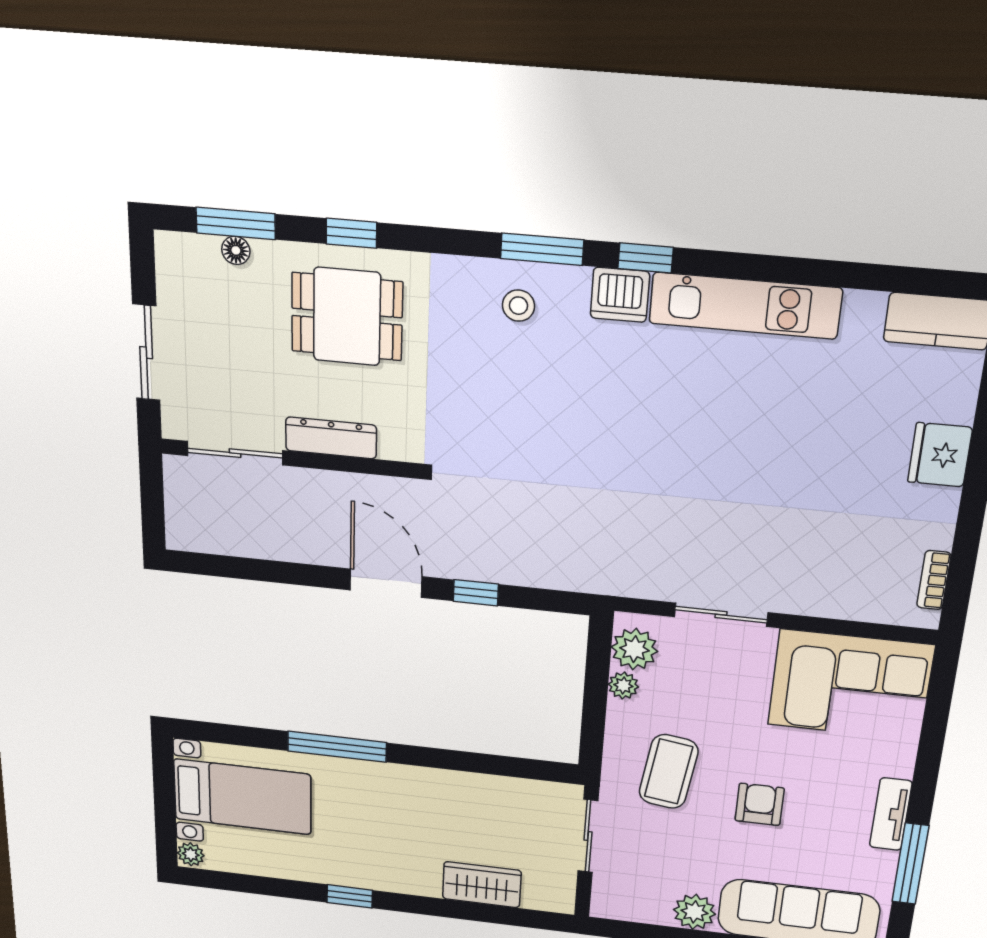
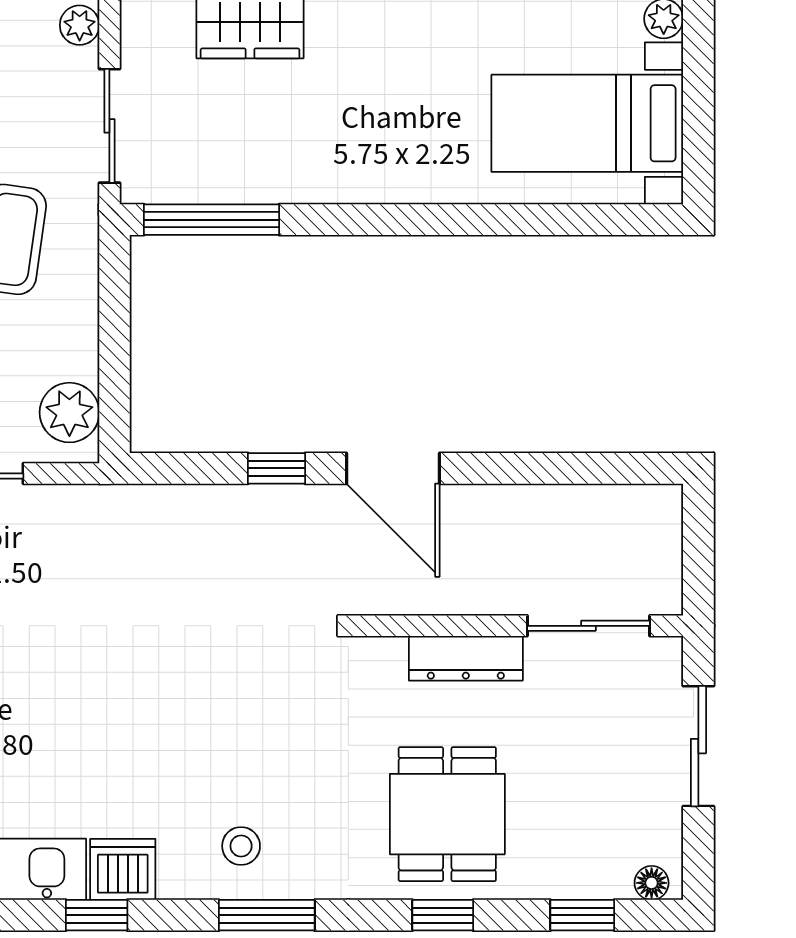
window: (236, 223) -> (582, 915), width x0.67
window: (542, 249) -> (267, 915), moved
floor lamp: (236, 250) -> (652, 883), moved
dining table: (347, 317) -> (447, 814), turned 90
plant: (623, 686) -> (80, 25), moved
window: (337, 747) -> (212, 220), moved

